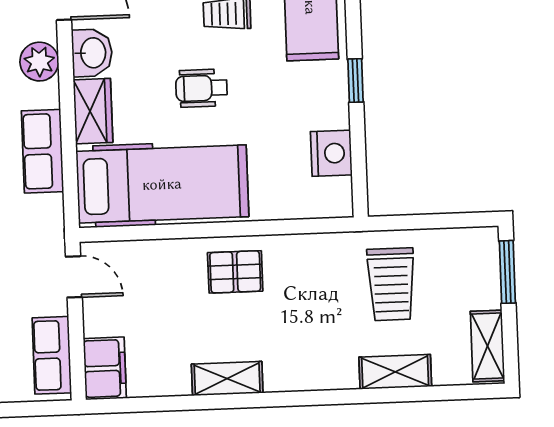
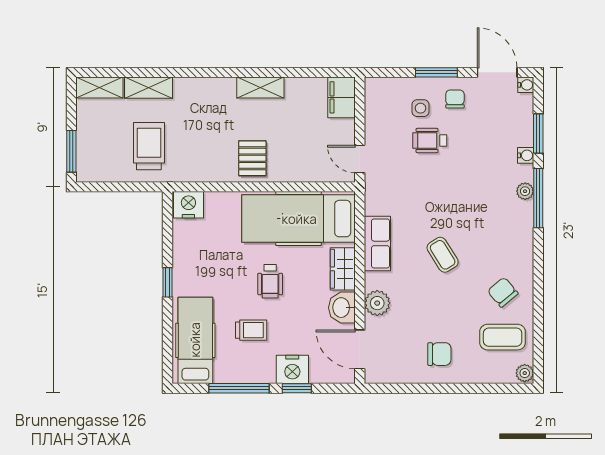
wheelchair: (201, 88) -> (270, 281), turned 90
nightstand: (331, 153) -> (188, 205), moved, turned 90
pallet: (235, 272) -> (252, 158), turned 90
shelving: (487, 346) -> (99, 88), moved, turned 90
row of seats: (52, 355) -> (376, 107), removed

